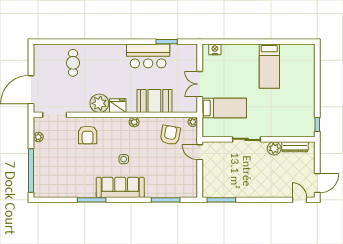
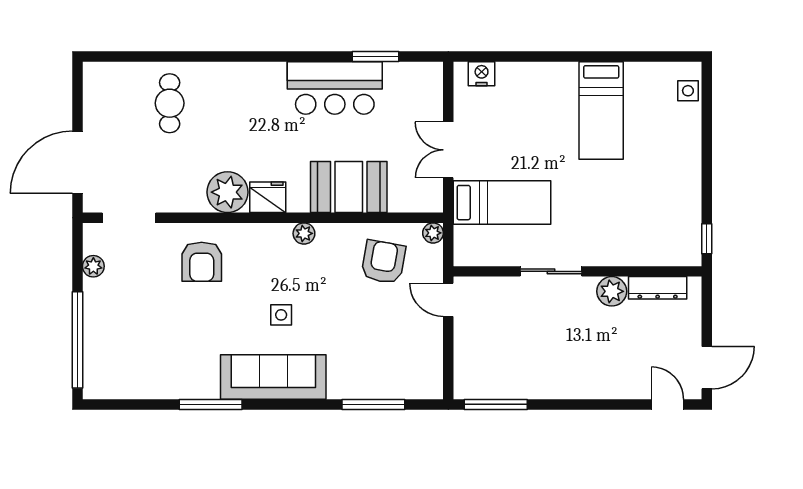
side table: (309, 57) -> (688, 91), added

